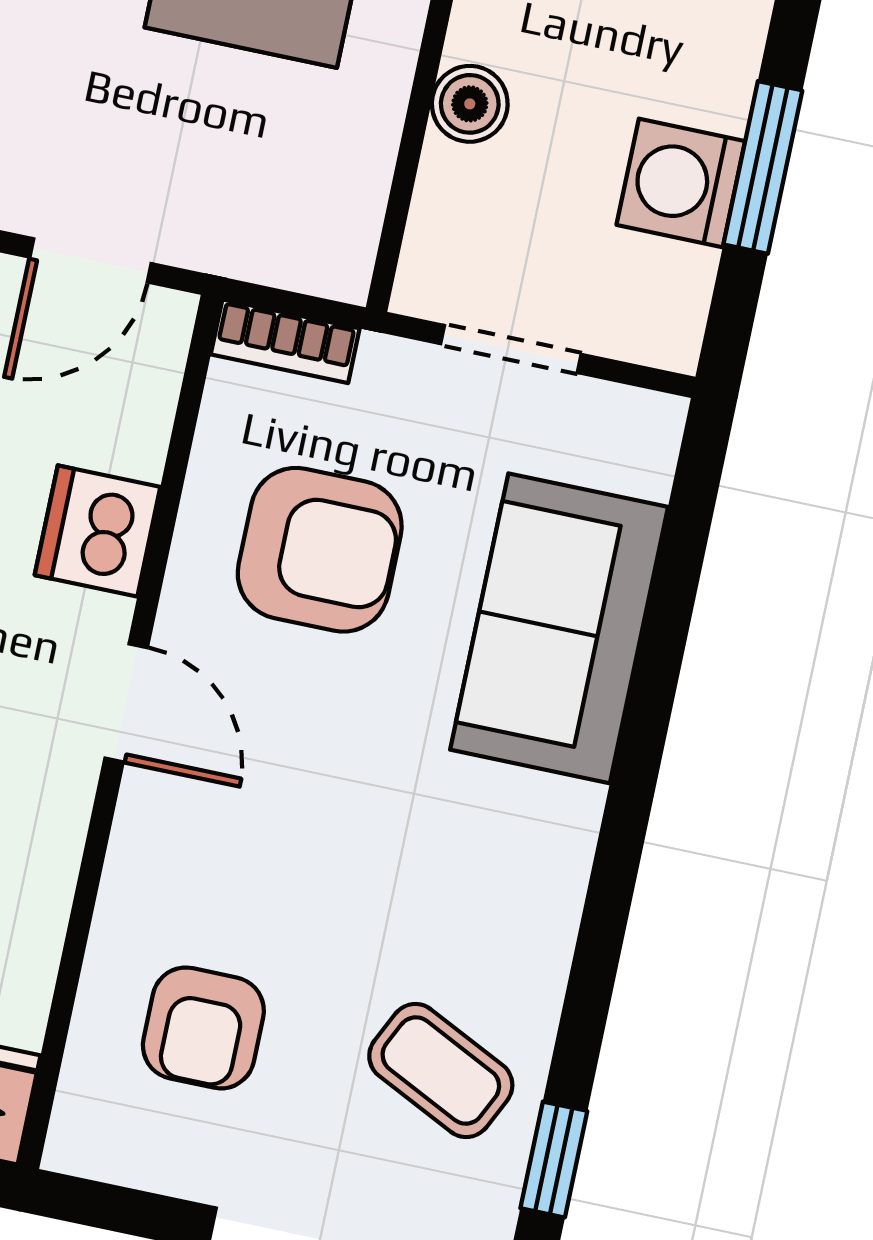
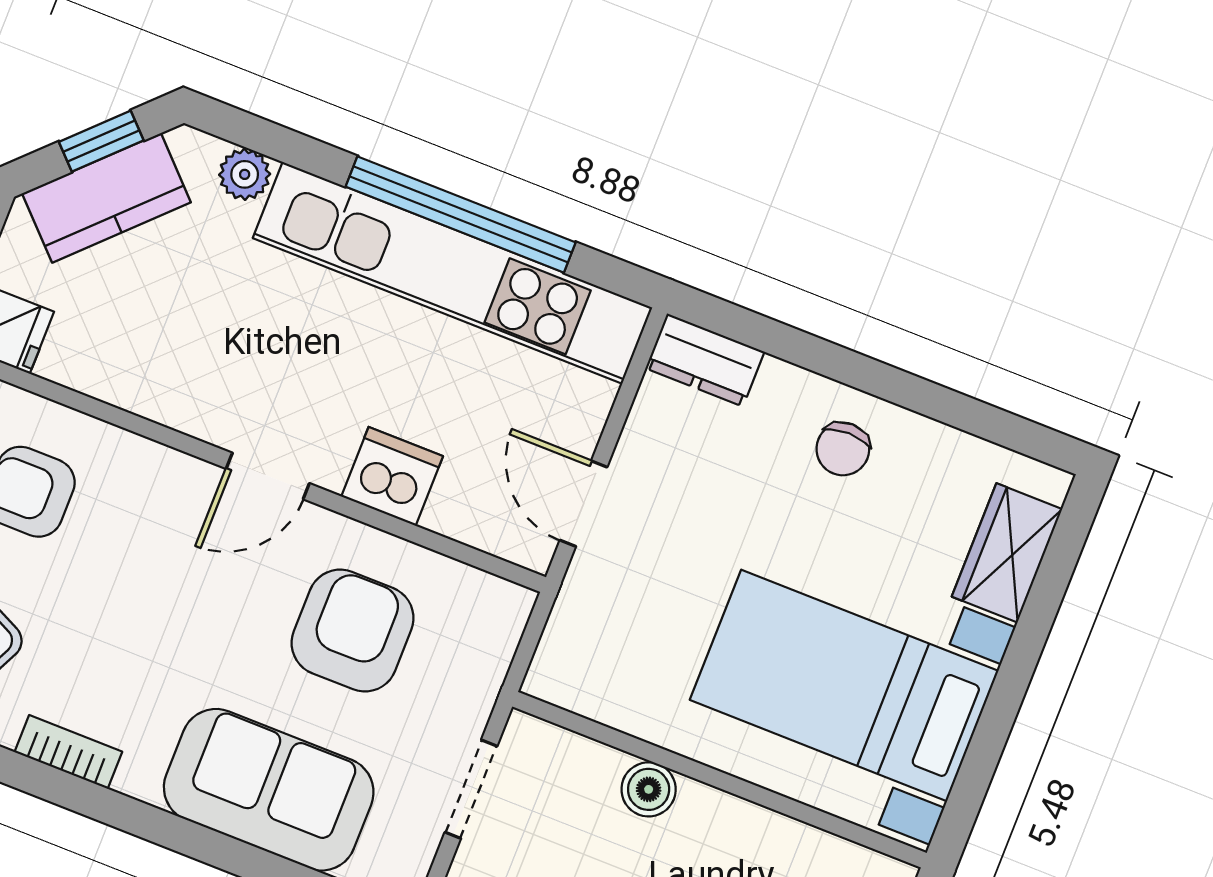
bookcase: (285, 341) -> (68, 752), moved, turned 90
armchair: (320, 550) -> (353, 631), turned 180

